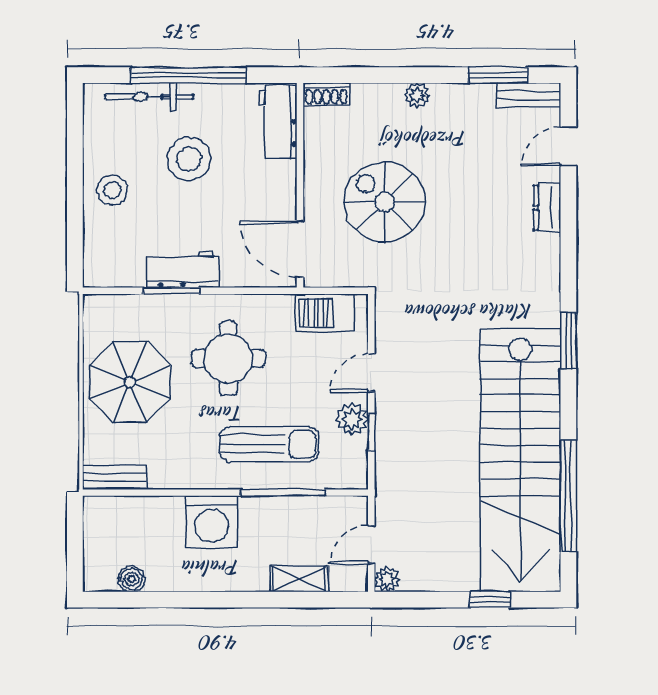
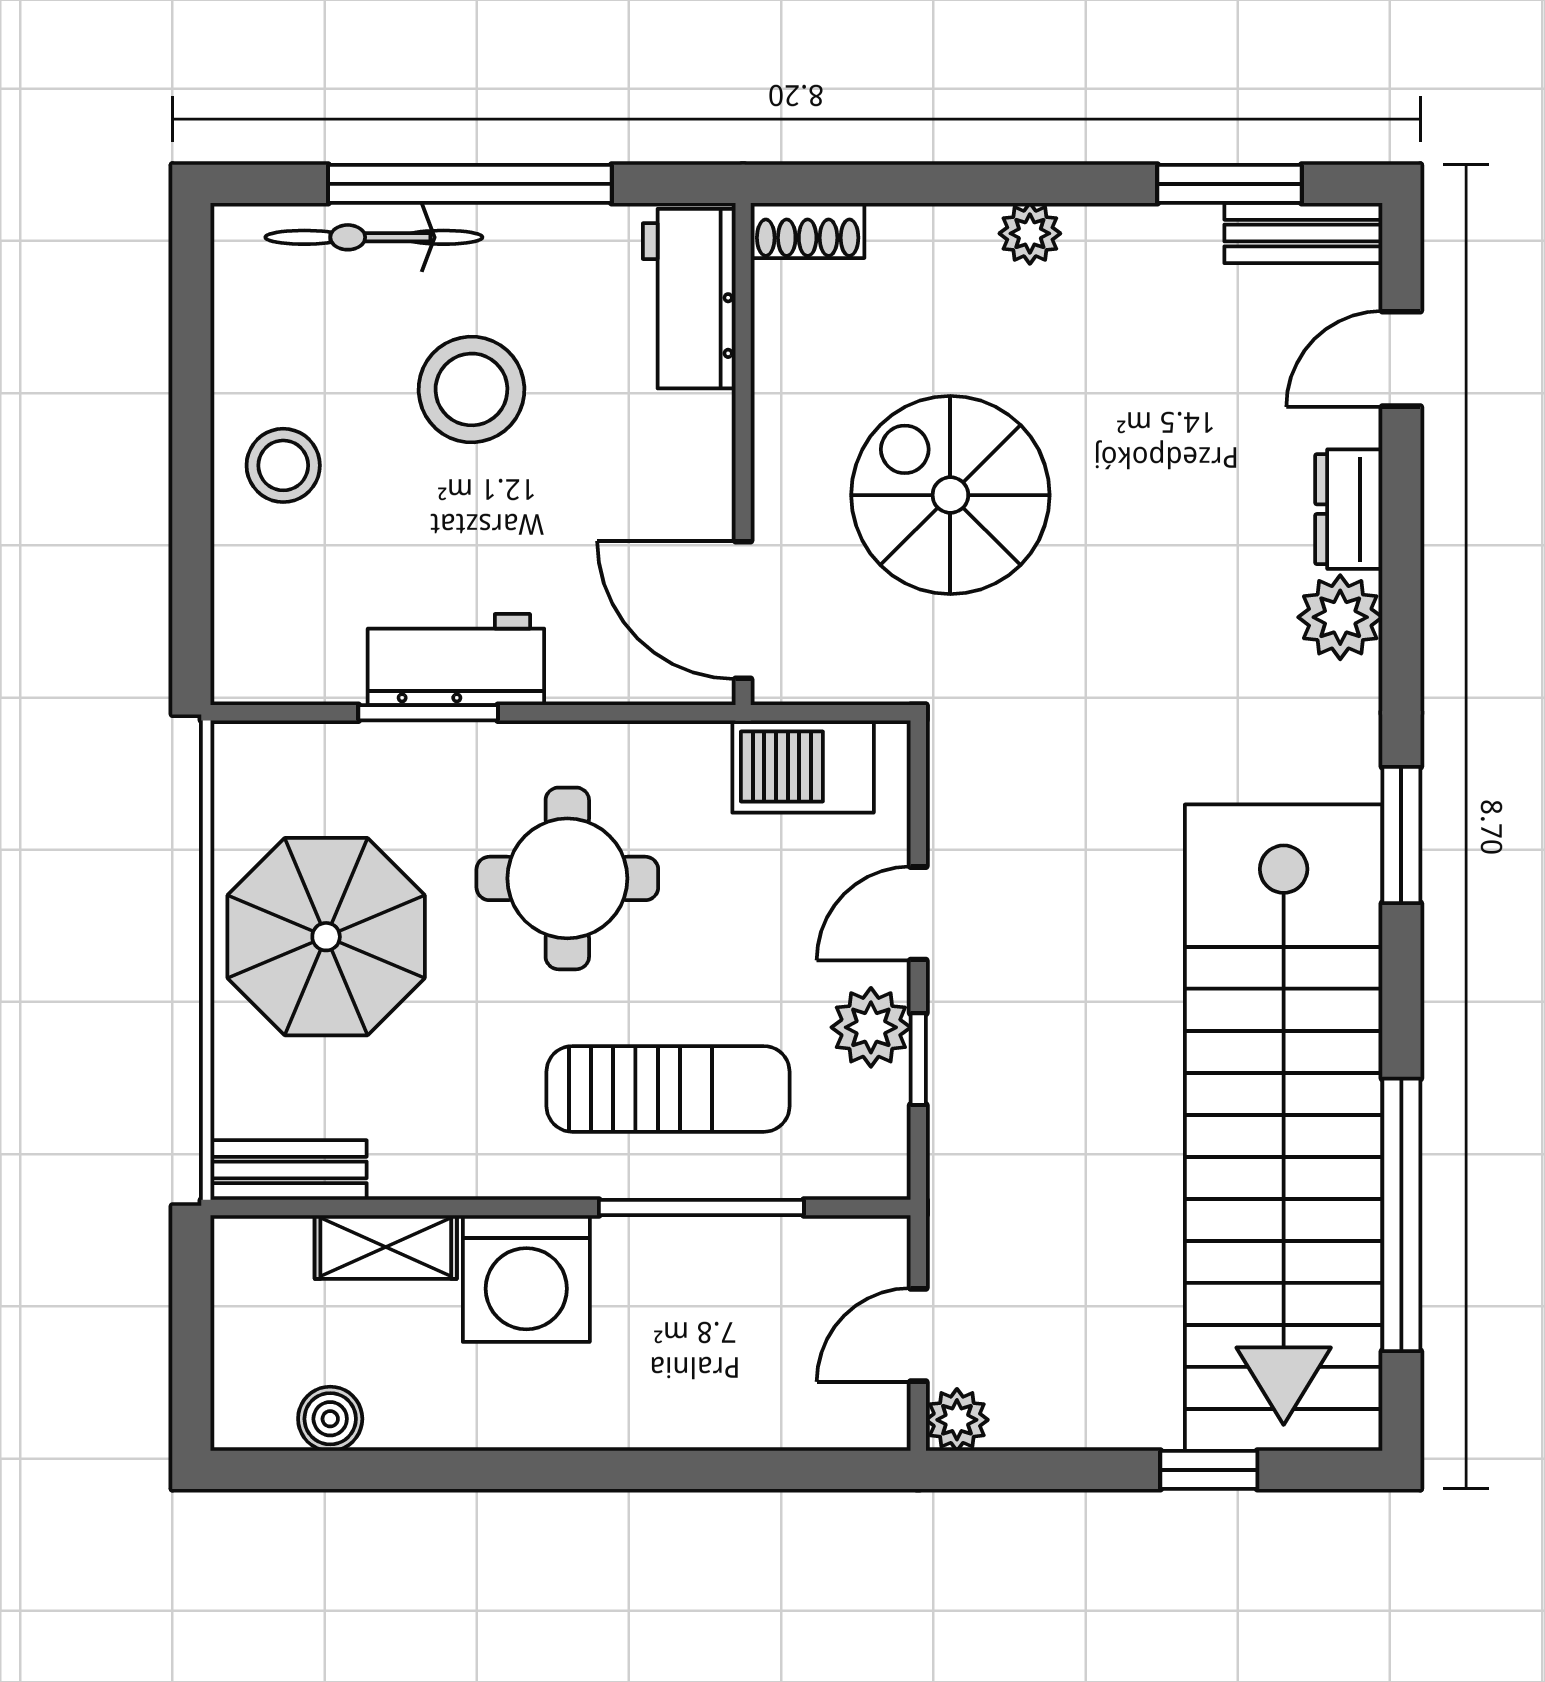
plant: (544, 252) -> (1340, 617), added
shelving: (299, 579) -> (386, 1247), moved

